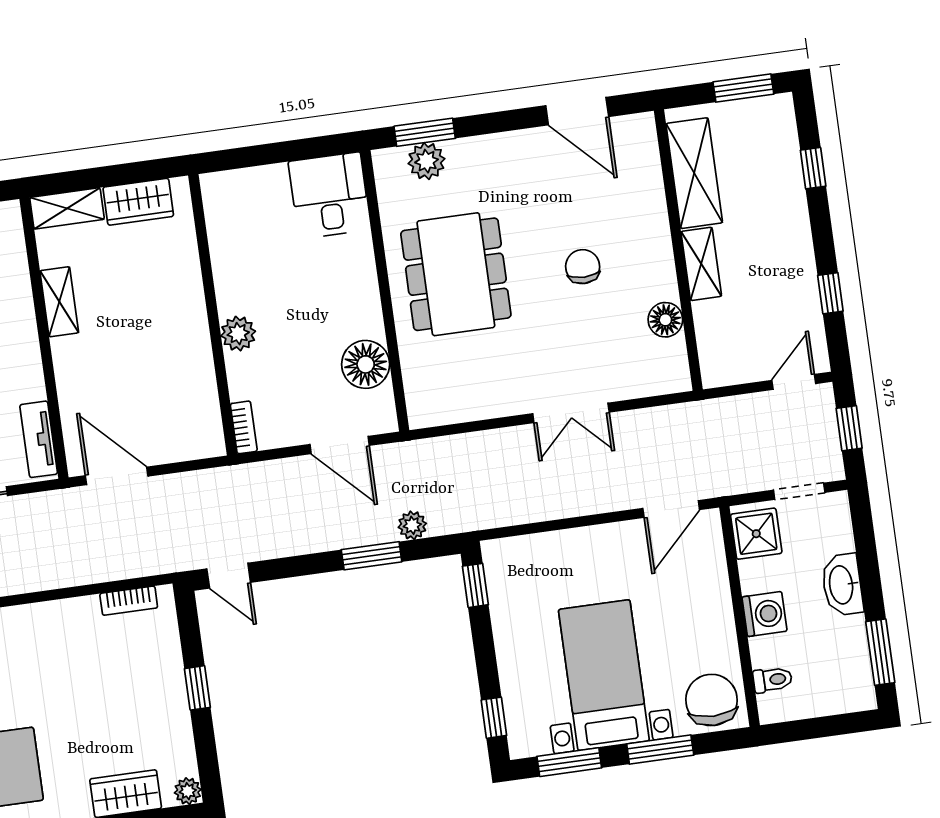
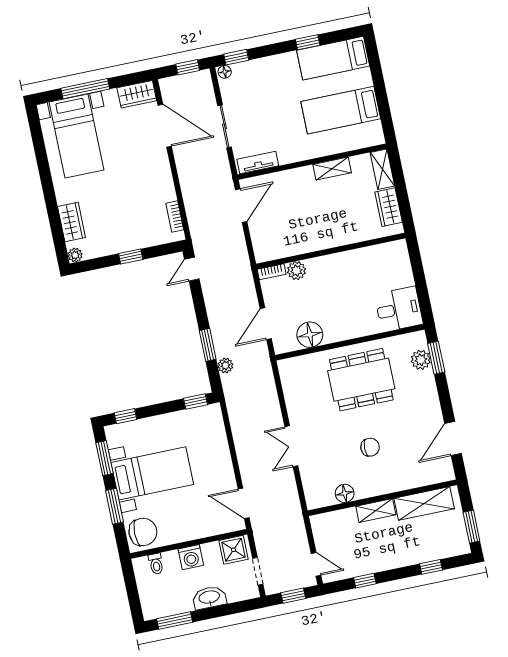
plant: (238, 334) -> (296, 271), moved

